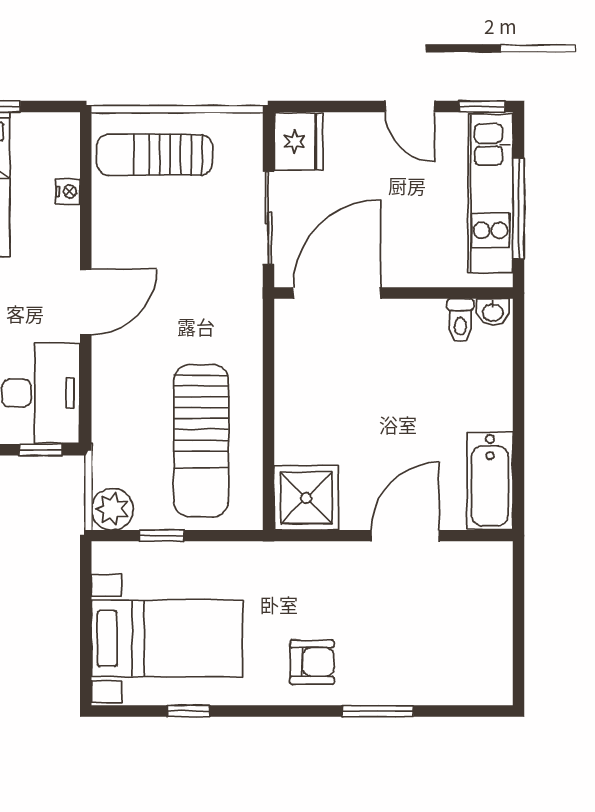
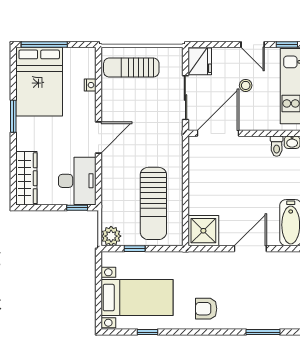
stool: (395, 192) -> (246, 85), added
armchair: (312, 662) -> (206, 309), turned 180
window: (378, 711) -> (263, 332), moved

